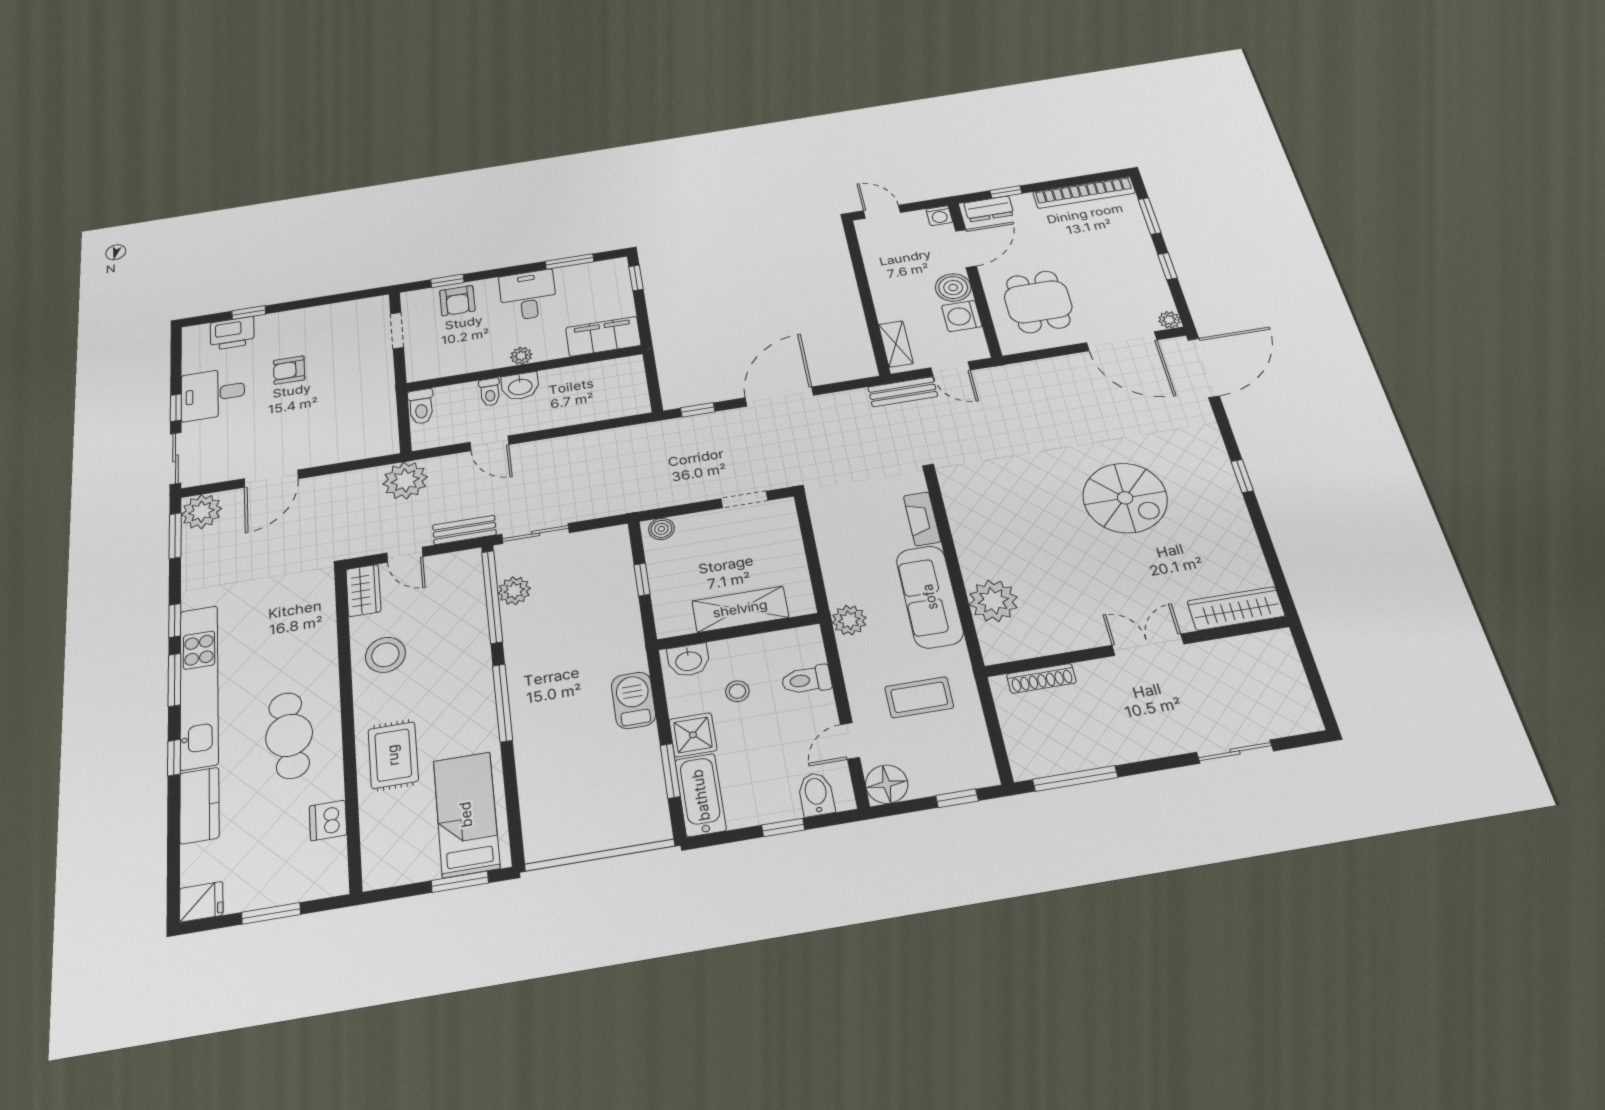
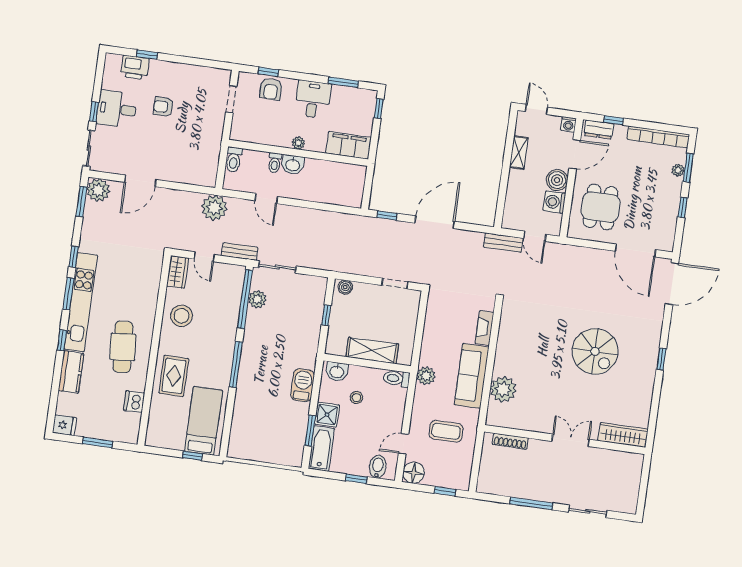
plant: (1169, 320) -> (678, 170), moved
shelving: (896, 344) -> (519, 153), moved
toilet: (806, 680) -> (396, 379), moved
window: (1075, 778) -> (531, 503), moved
window: (460, 882) -> (192, 456), width x0.67

